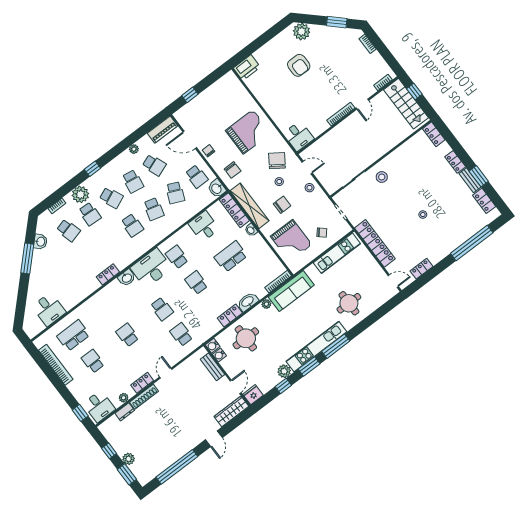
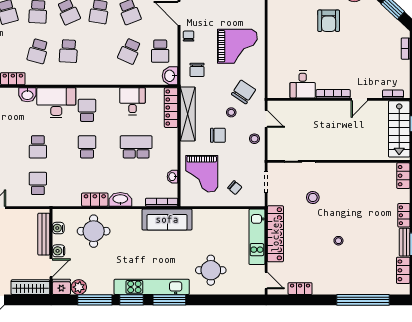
desk: (299, 136) -> (303, 85), moved
stool: (382, 177) -> (313, 198), moved
school desk: (154, 209) -> (38, 51), moved
washbasin: (251, 230) -> (172, 177), moved
kitchen unit: (337, 253) -> (257, 237), moved, turned 90
plant: (266, 304) -> (136, 214), removed
water cooler: (213, 346) -> (59, 251), moved
bench: (213, 367) -> (44, 234), width x1.36
plant: (284, 371) -> (79, 287), moved
window: (283, 386) -> (95, 300), width x2.17

